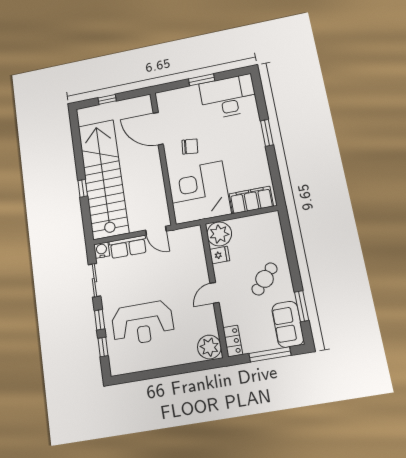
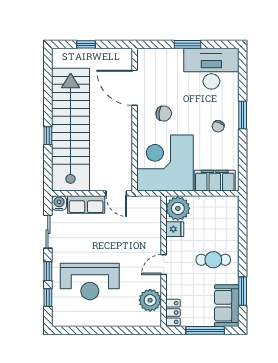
chair: (245, 148) -> (218, 126), added
cafe table: (265, 279) -> (213, 260), turned 48
plant: (209, 347) -> (150, 300), moved

